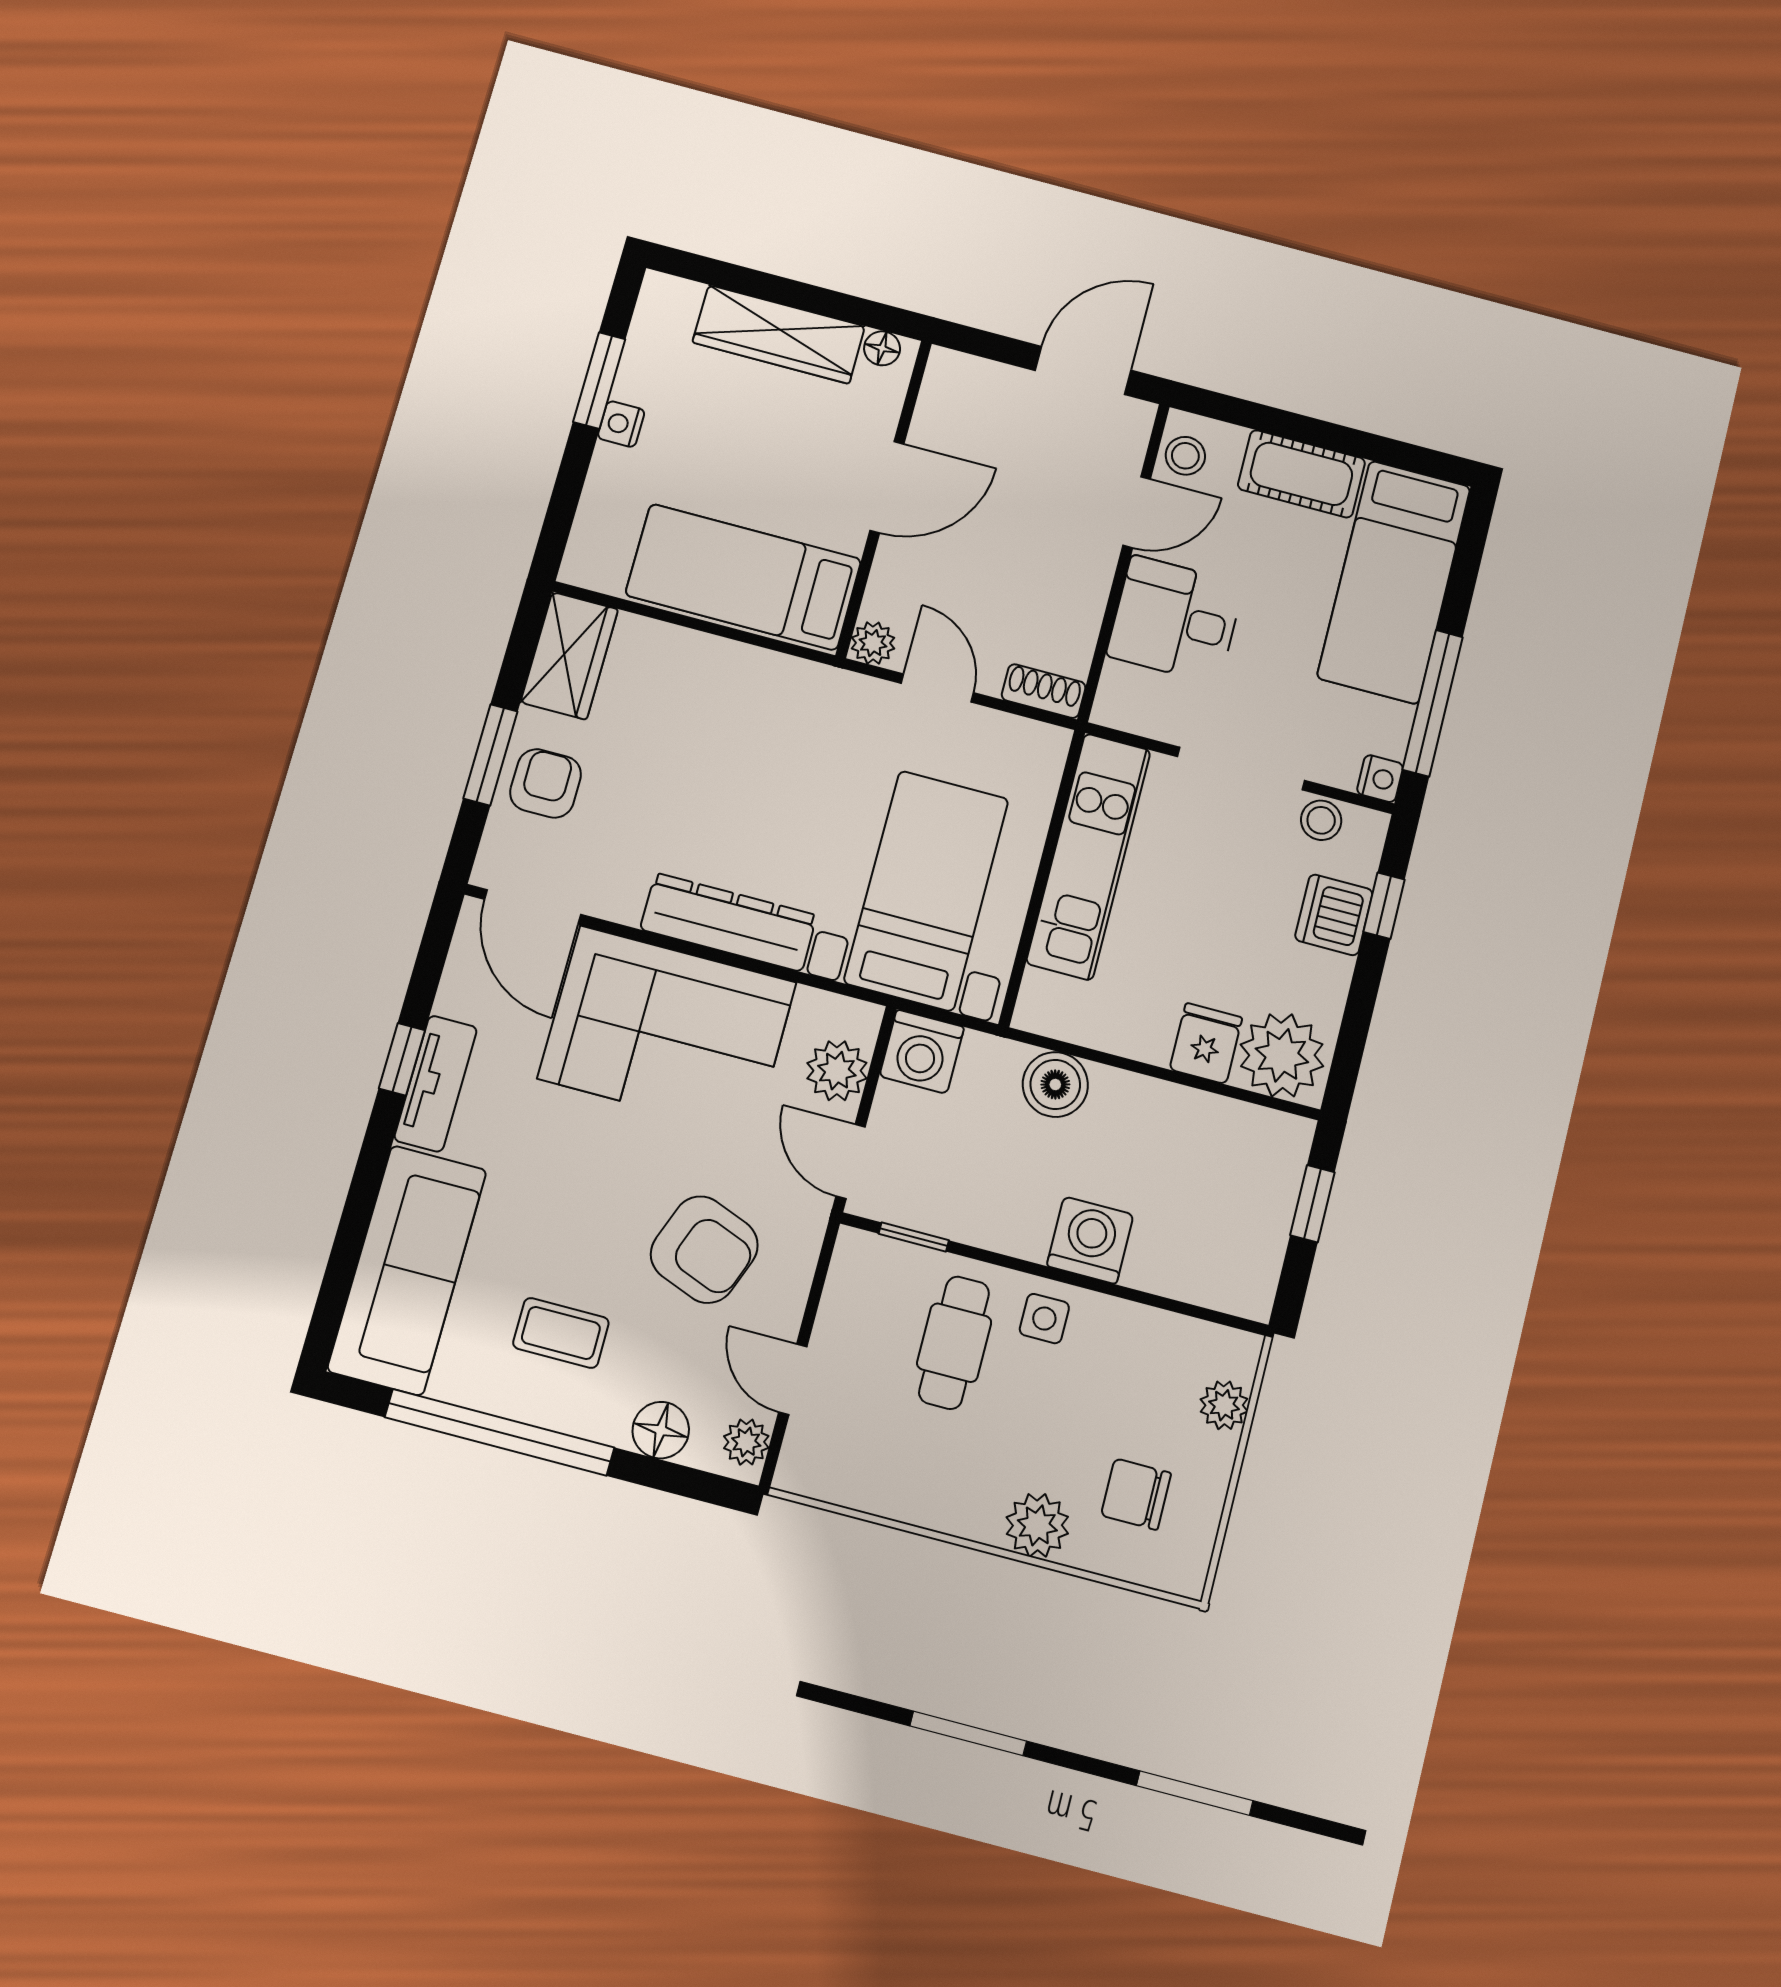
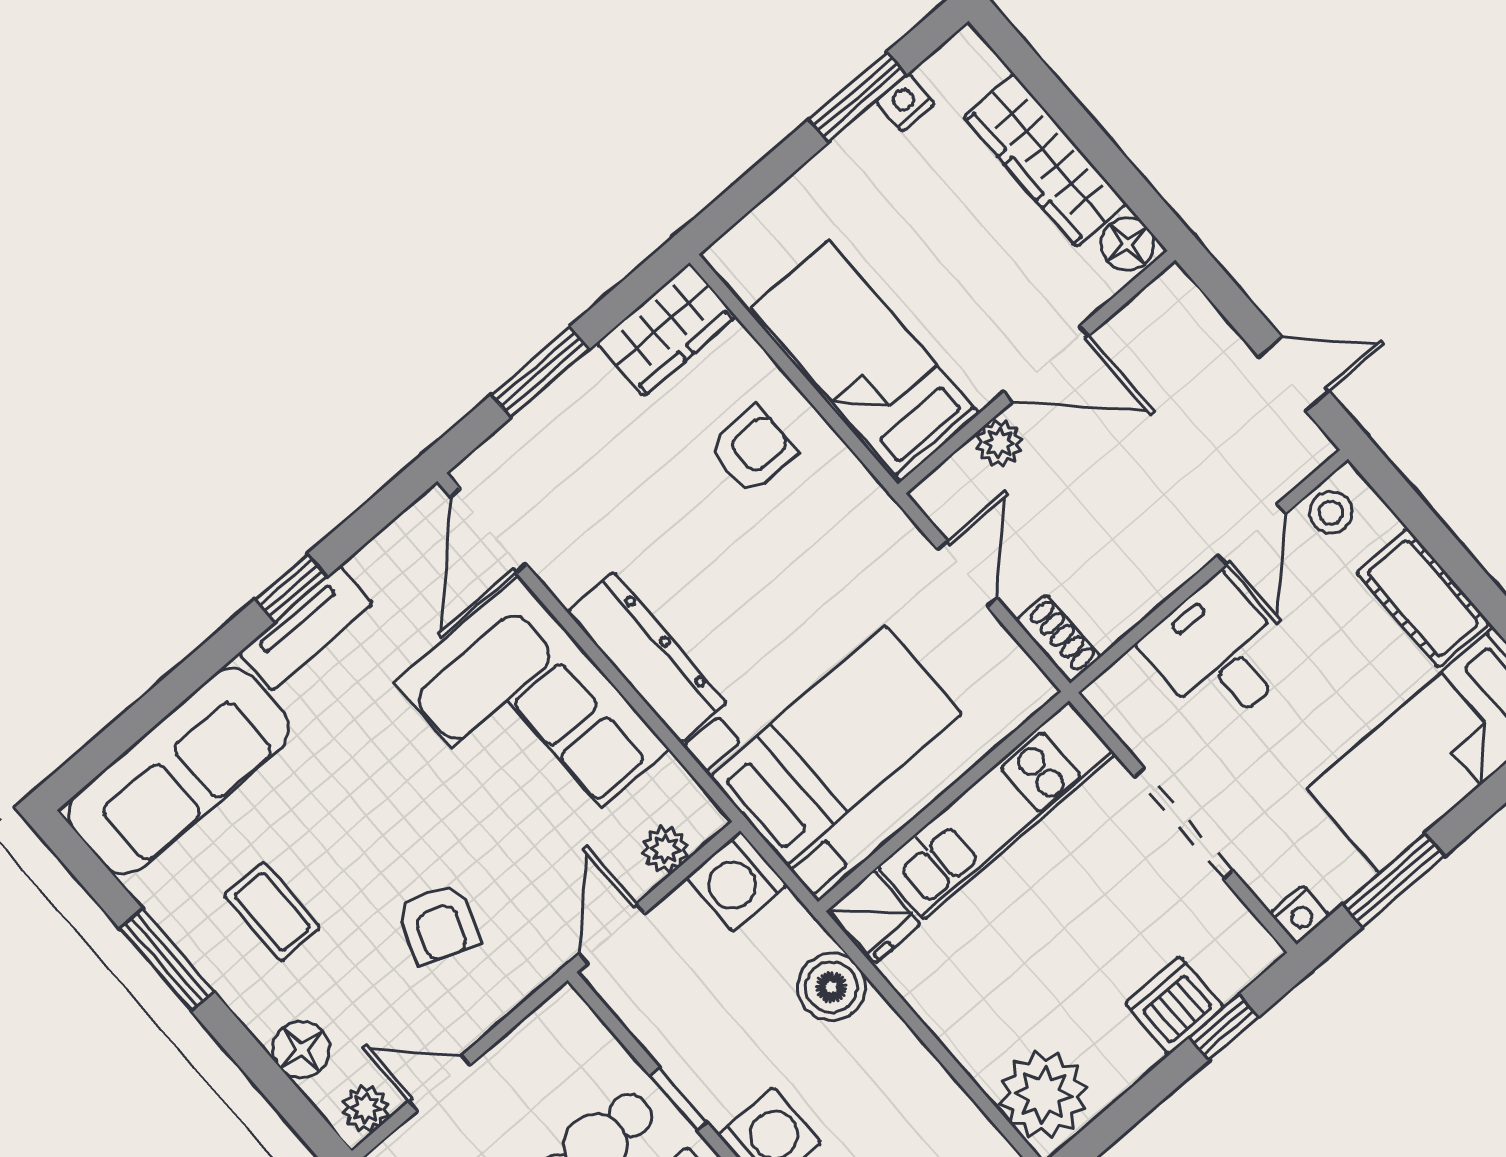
floor lamp: (882, 348) -> (1128, 244), width x1.37, depth x1.37
door: (1083, 370) -> (1294, 374), width x0.73
nightstand: (621, 424) -> (905, 102), moved
door: (1137, 512) -> (1252, 534), hinge flipped
plant: (873, 643) -> (999, 443), moved
window: (1433, 703) -> (1394, 880), width x0.69
armchair: (546, 783) -> (752, 450), moved
stool: (1321, 820) -> (1222, 916), removed
fridge: (1206, 1043) -> (875, 917), moved, turned 90
plant: (837, 1071) -> (665, 849), width x0.73, depth x0.73
window: (914, 1237) -> (678, 1099), moved
armchair: (704, 1250) -> (438, 924), width x0.72, depth x0.72
door: (793, 1379) -> (439, 1083), hinge flipped
window: (500, 1432) -> (167, 960), width x0.47

